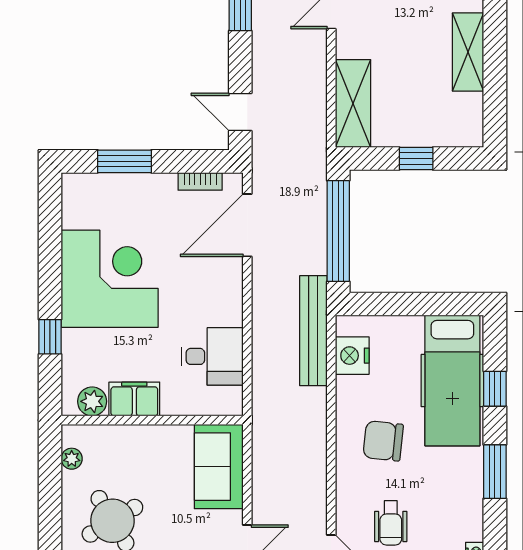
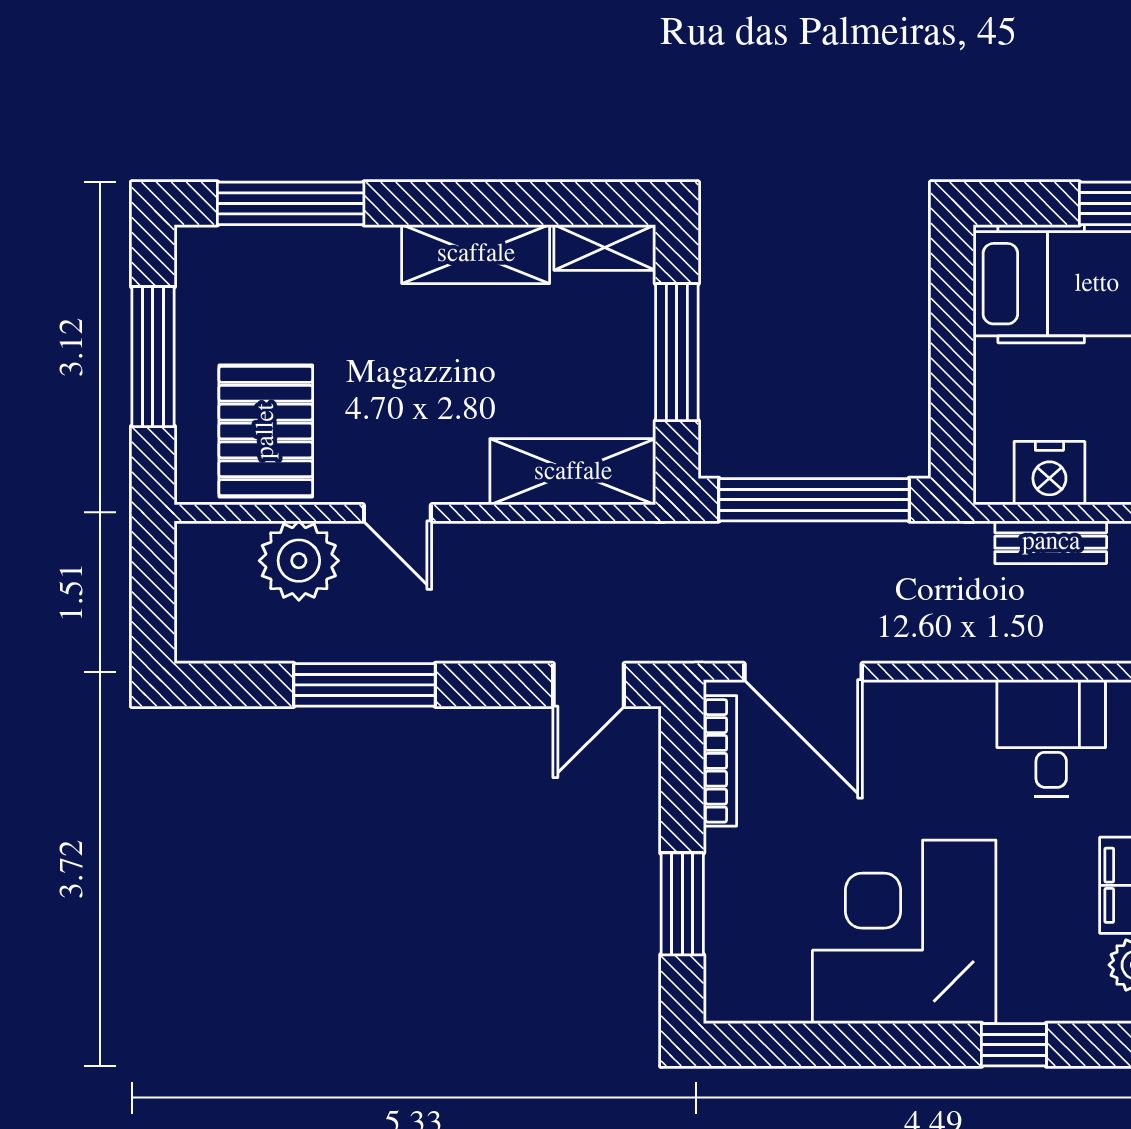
shelving: (472, 120) -> (605, 247), added
window: (416, 159) -> (677, 352), width x2.17
bookcase: (200, 181) -> (720, 761), width x1.56
bench: (313, 331) -> (1051, 542), width x0.54, depth x0.82

